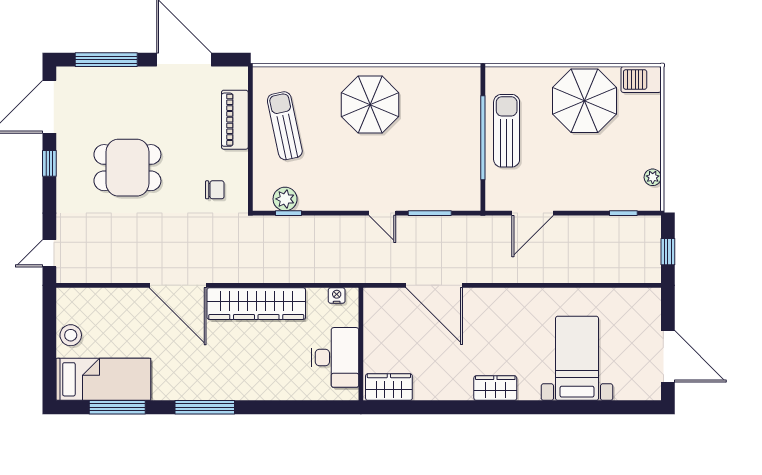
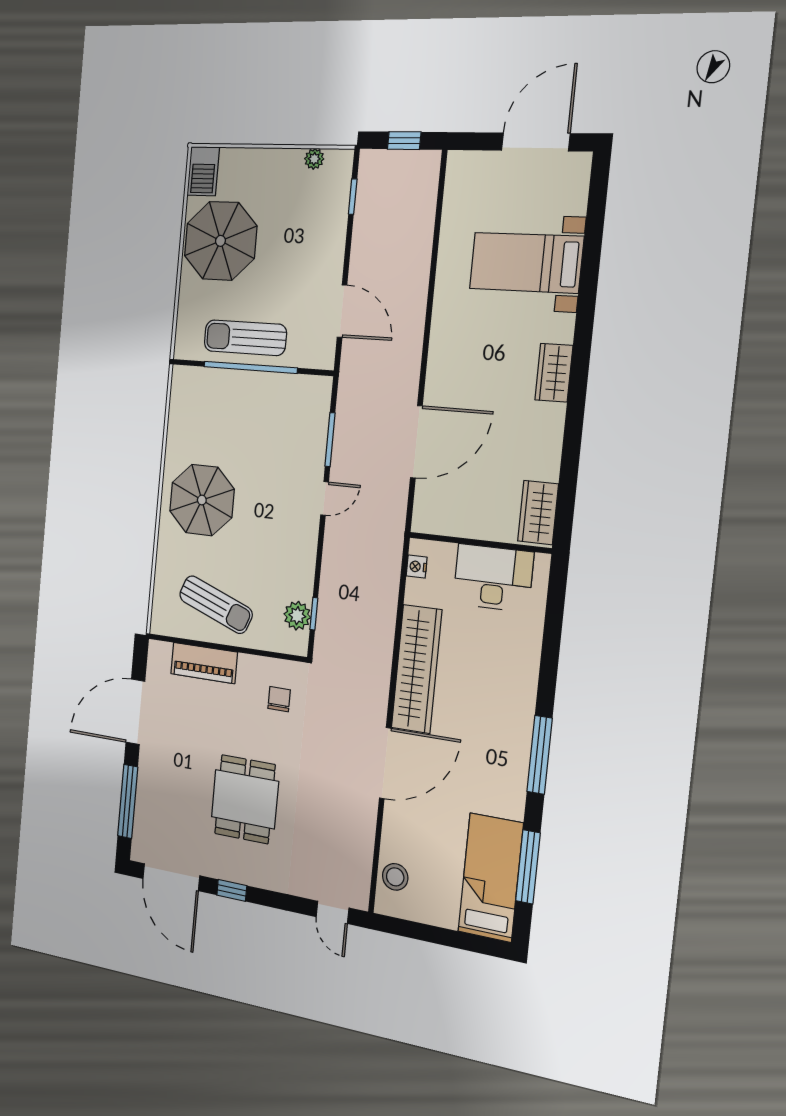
sun lounger: (285, 126) -> (216, 605), turned -147
stool: (71, 335) -> (395, 877), moved

